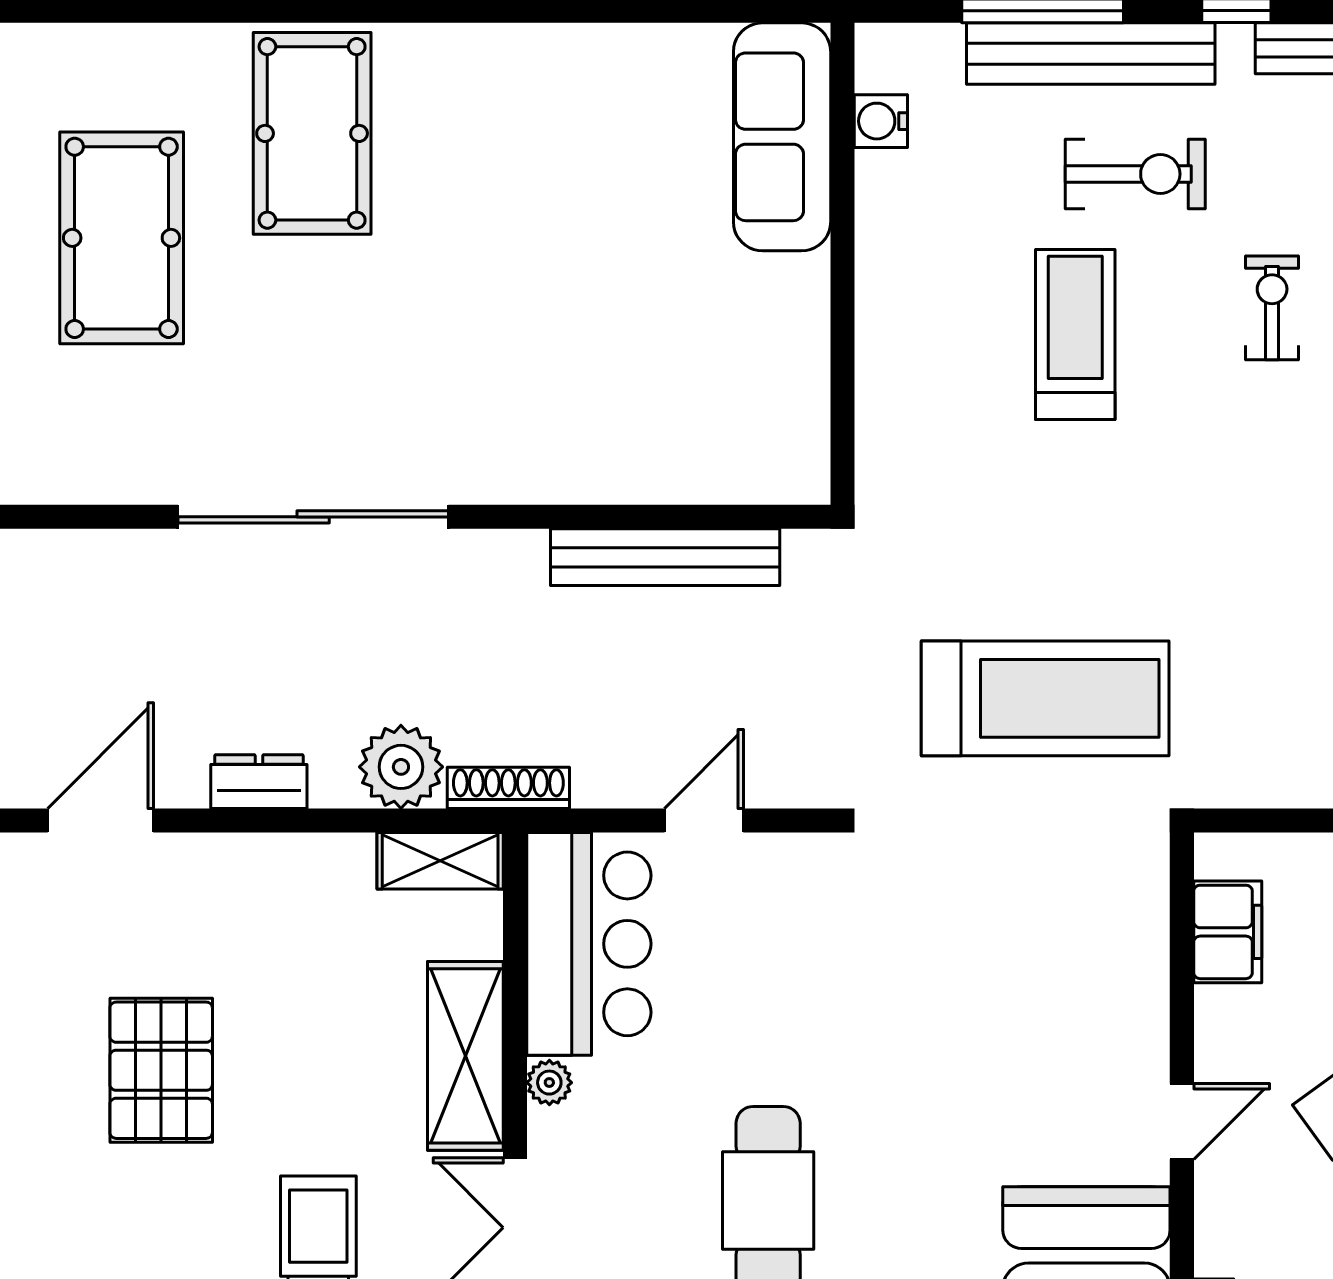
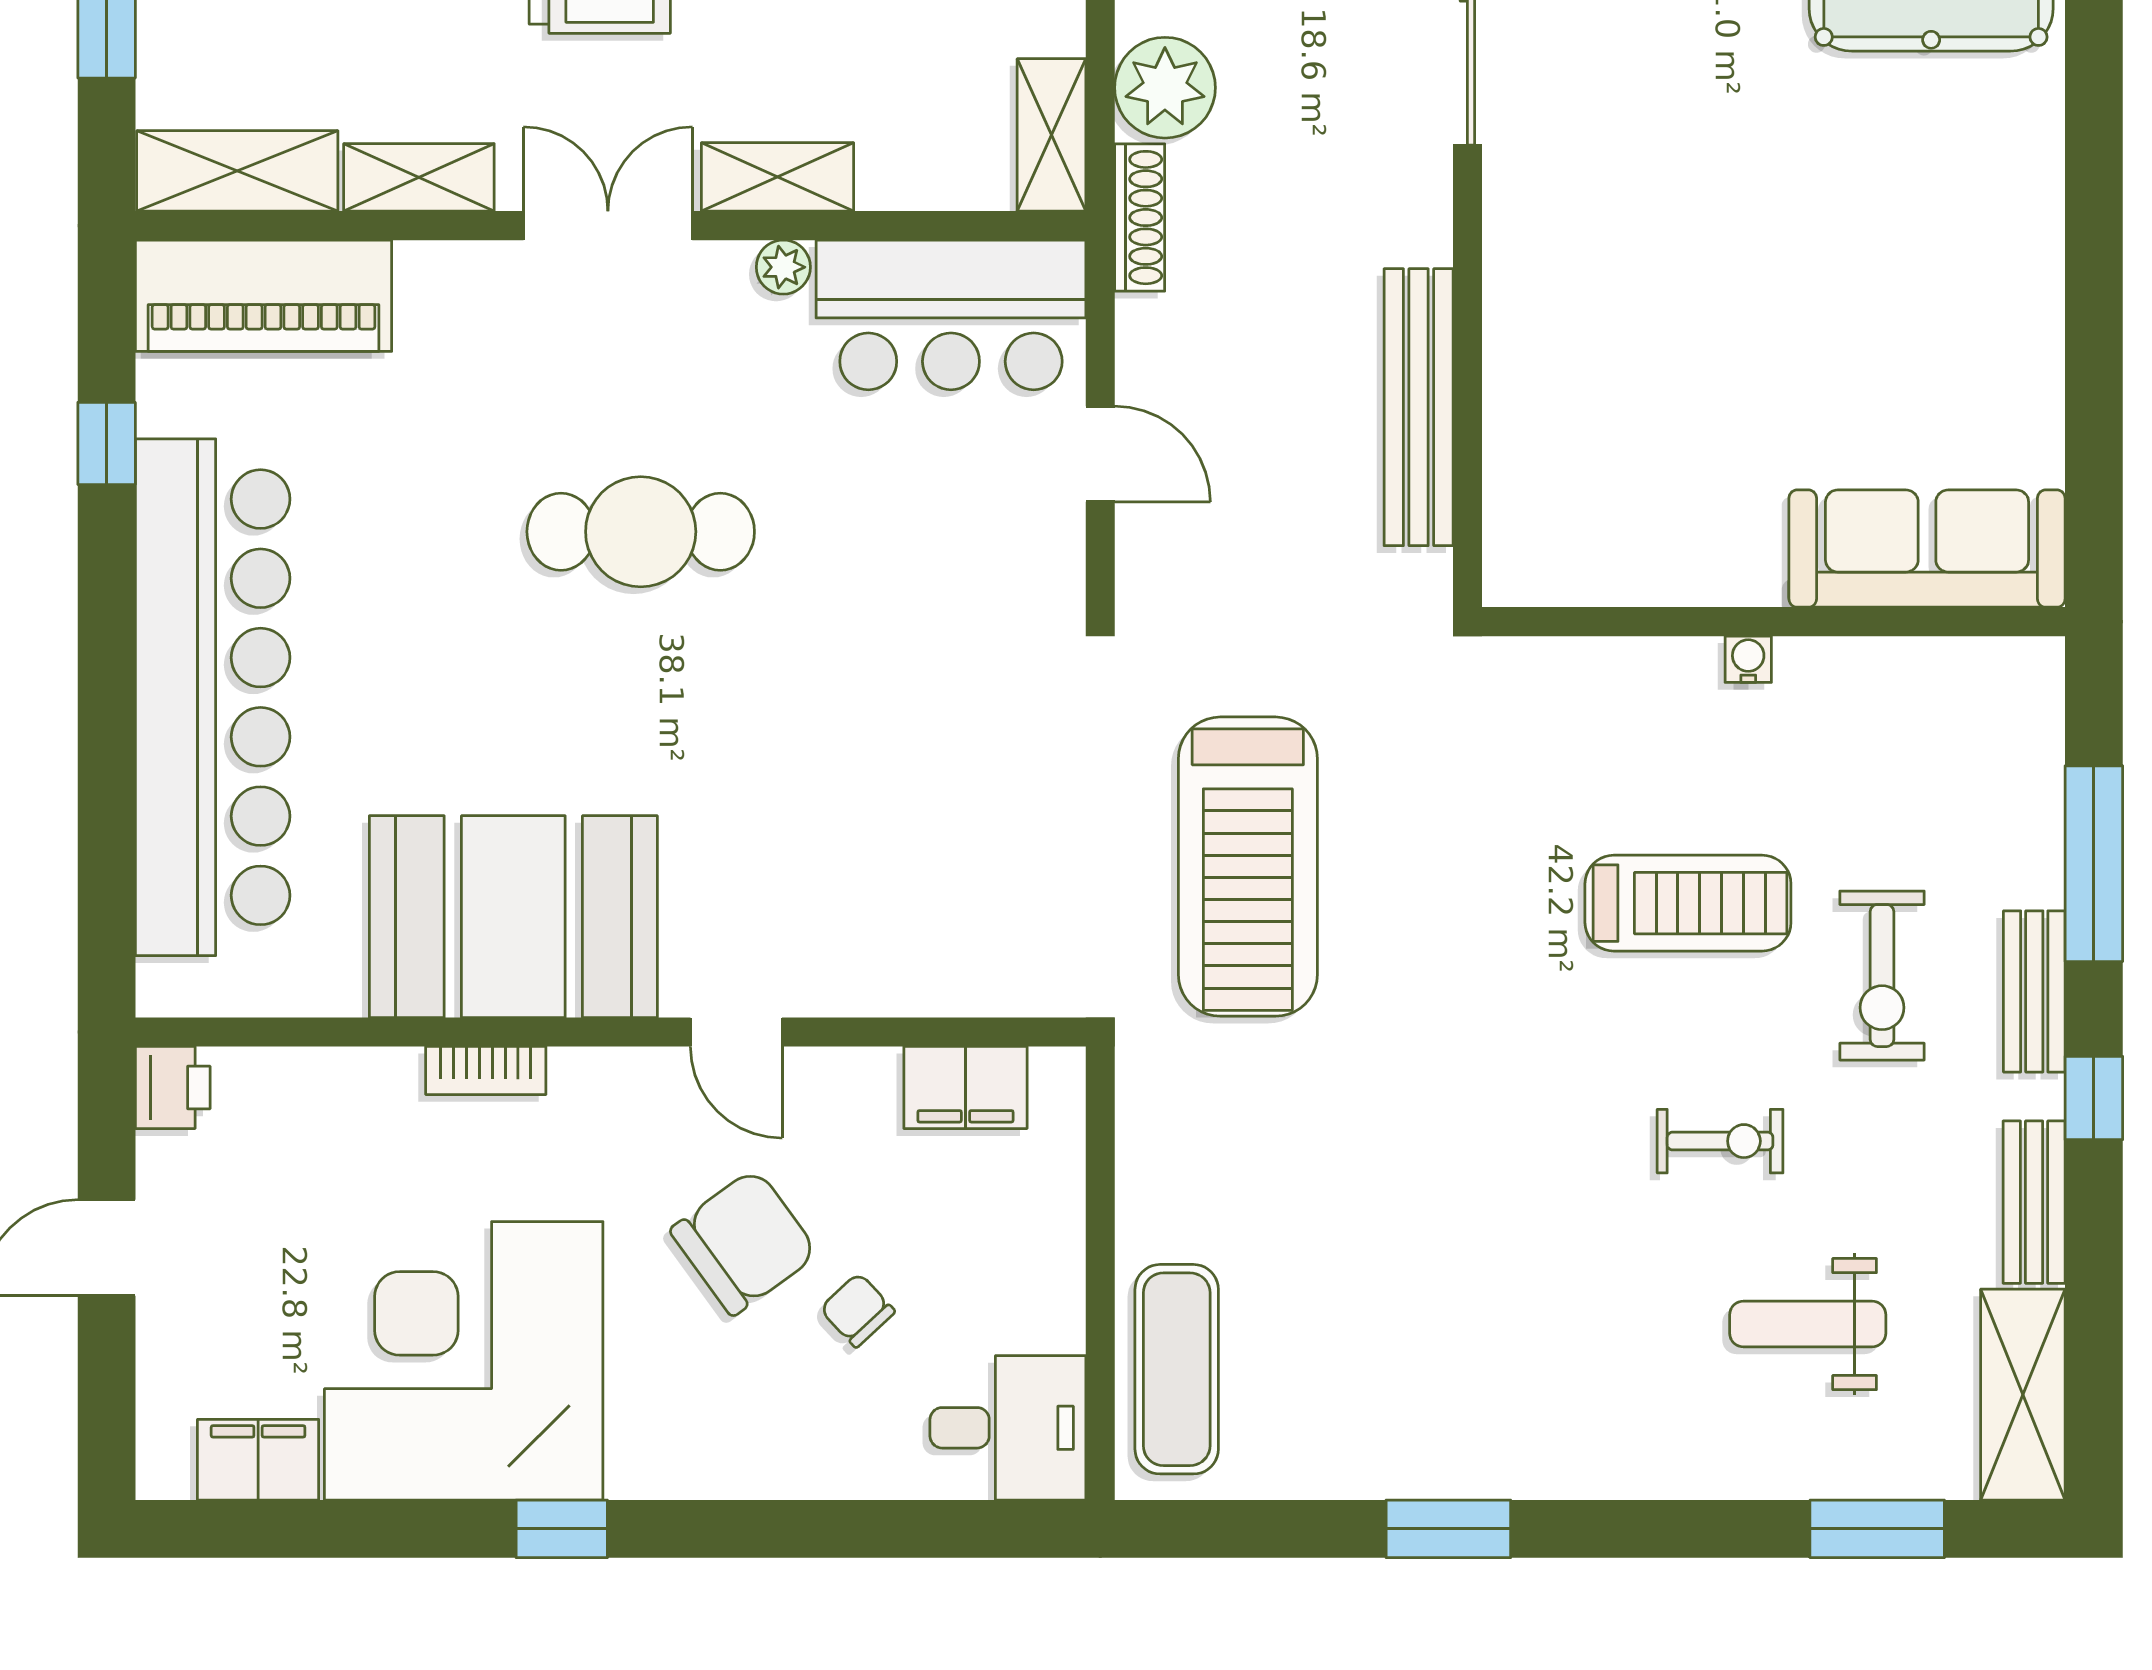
bench: (1091, 54) -> (2034, 991), width x0.54, depth x0.82
water cooler: (881, 121) -> (1748, 659), moved, width x0.72, depth x0.72
shelving: (465, 1056) -> (778, 177), width x0.67, depth x0.75

